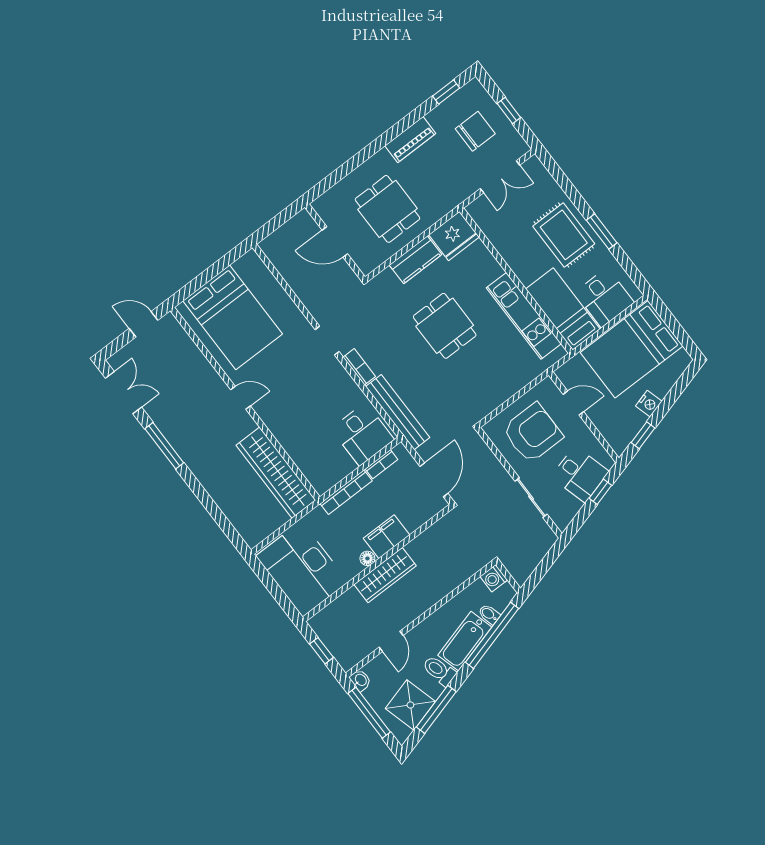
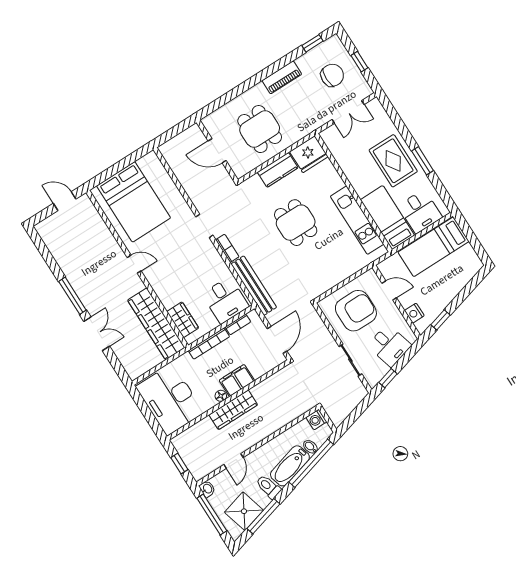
bed: (632, 349) -> (434, 247), width x0.67
double door: (123, 393) -> (97, 334), moved
nightstand: (649, 404) -> (414, 313), moved, turned 105
wardrobe: (310, 464) -> (183, 320), added
window: (600, 492) -> (388, 378), moved

